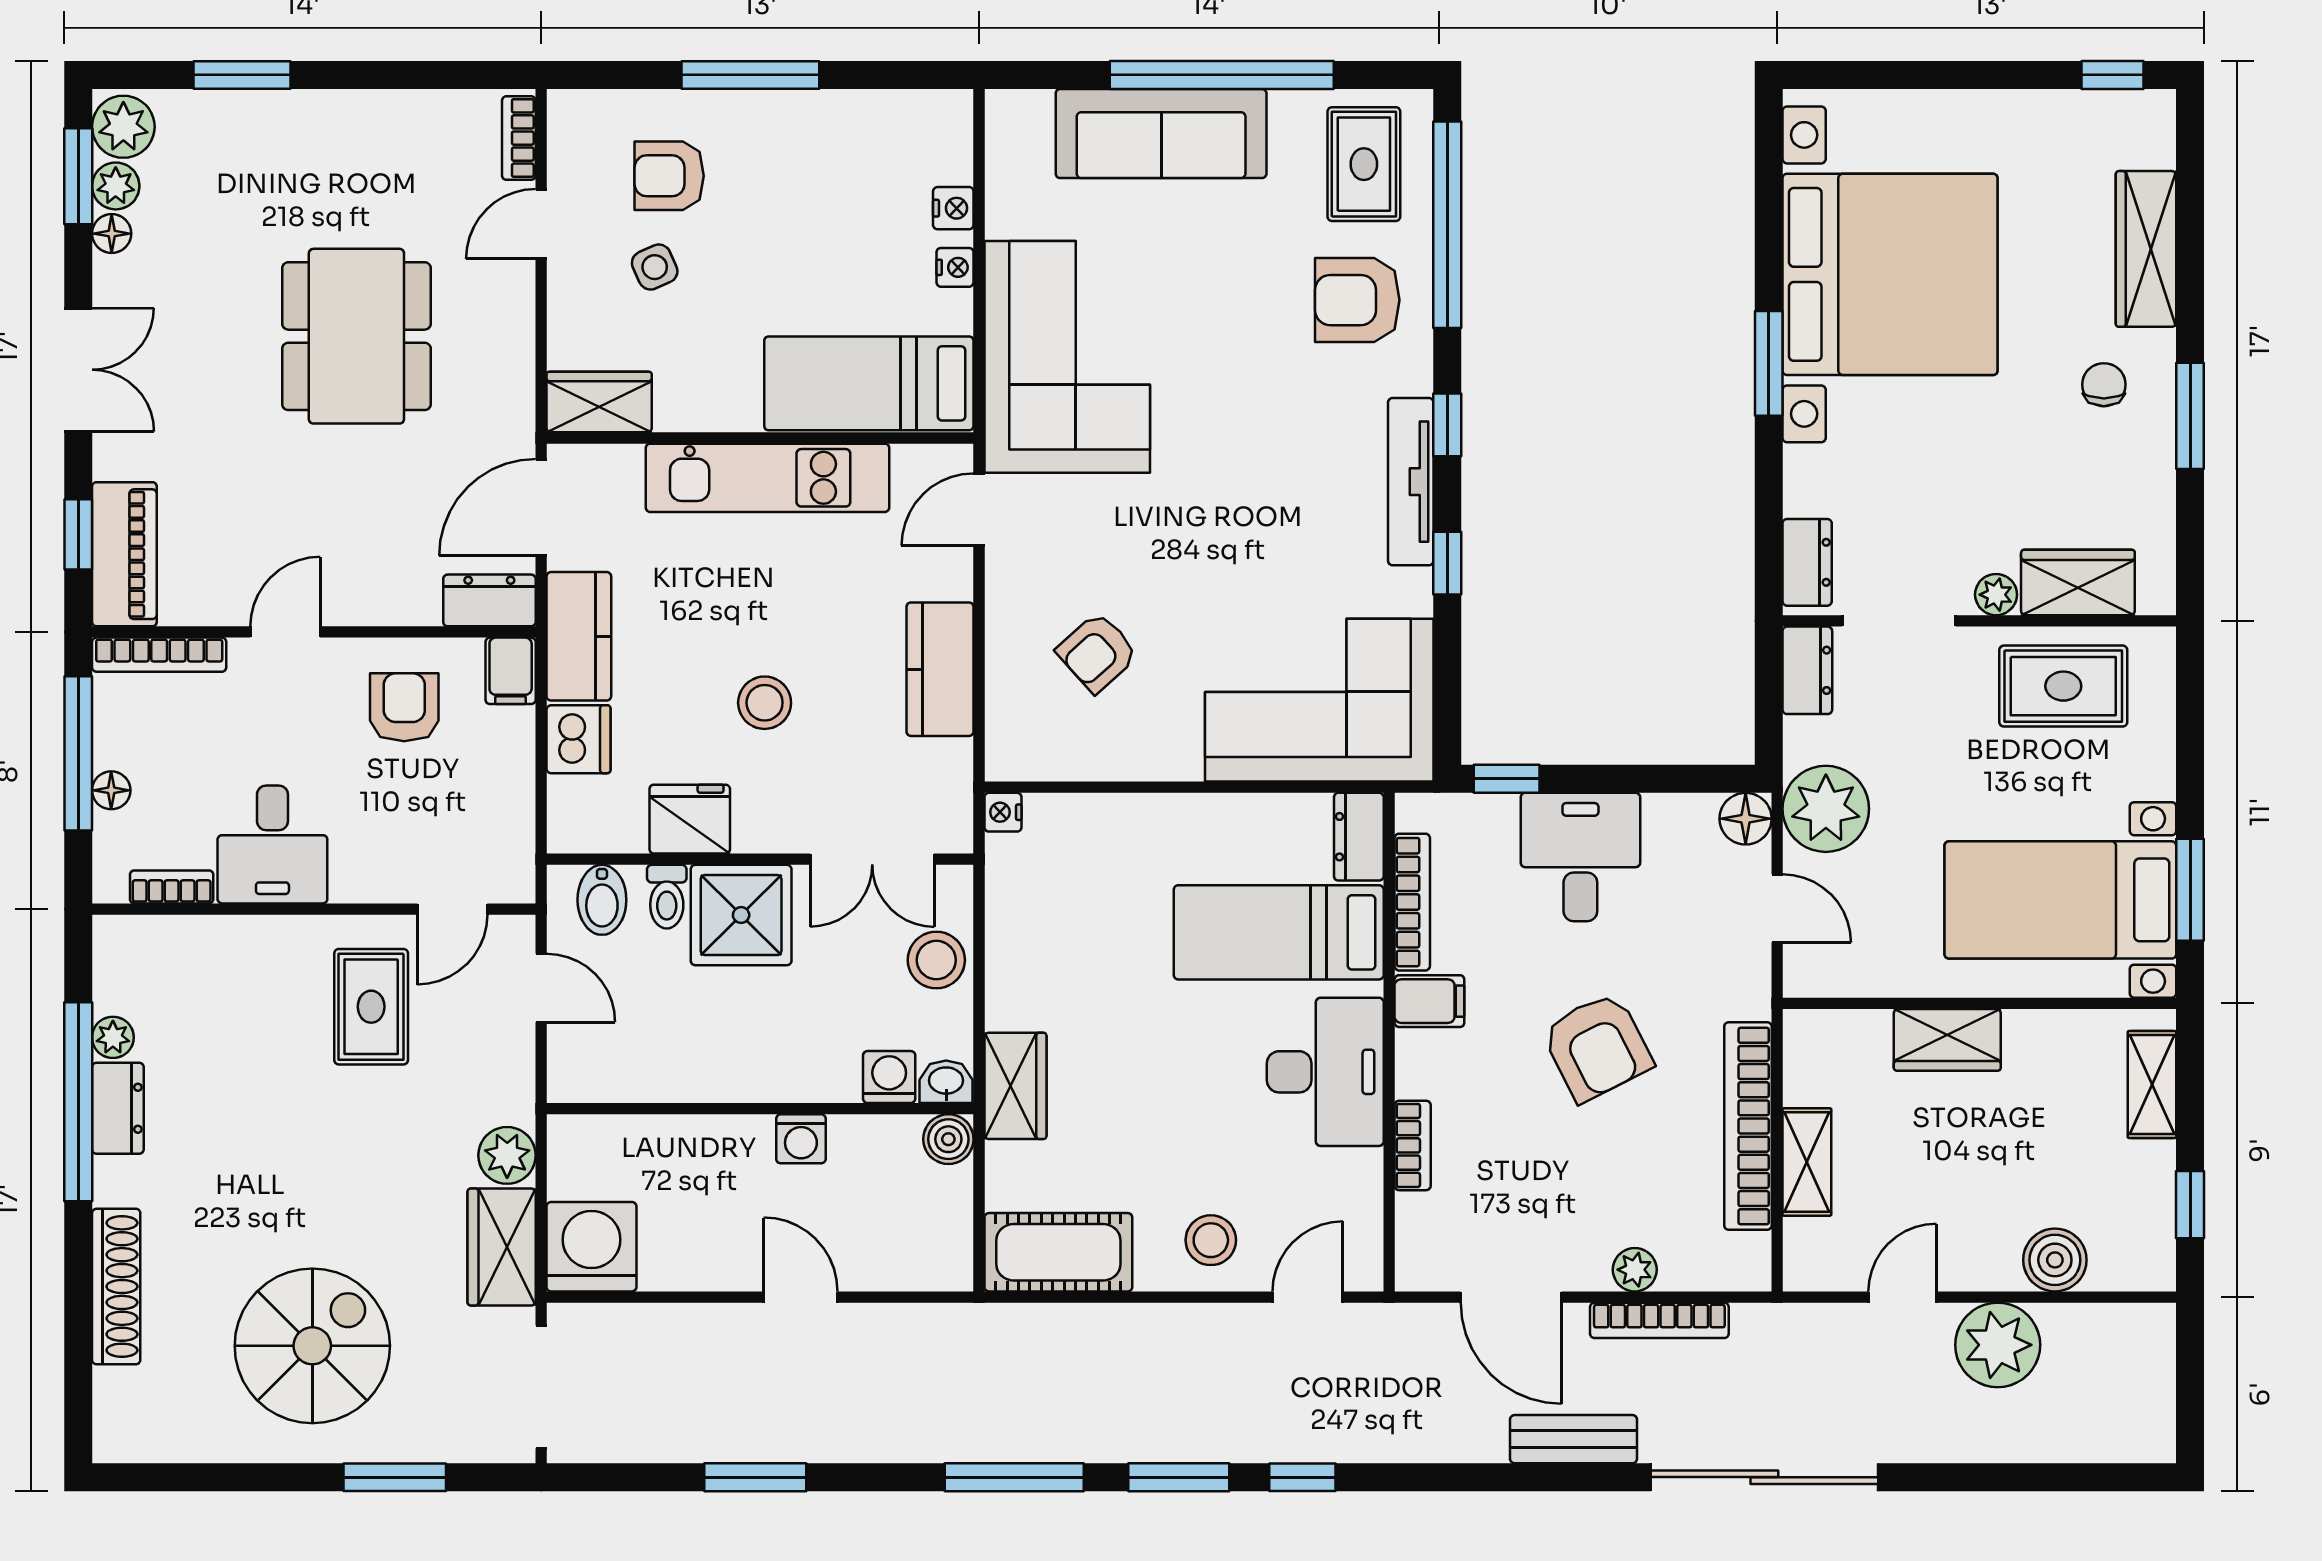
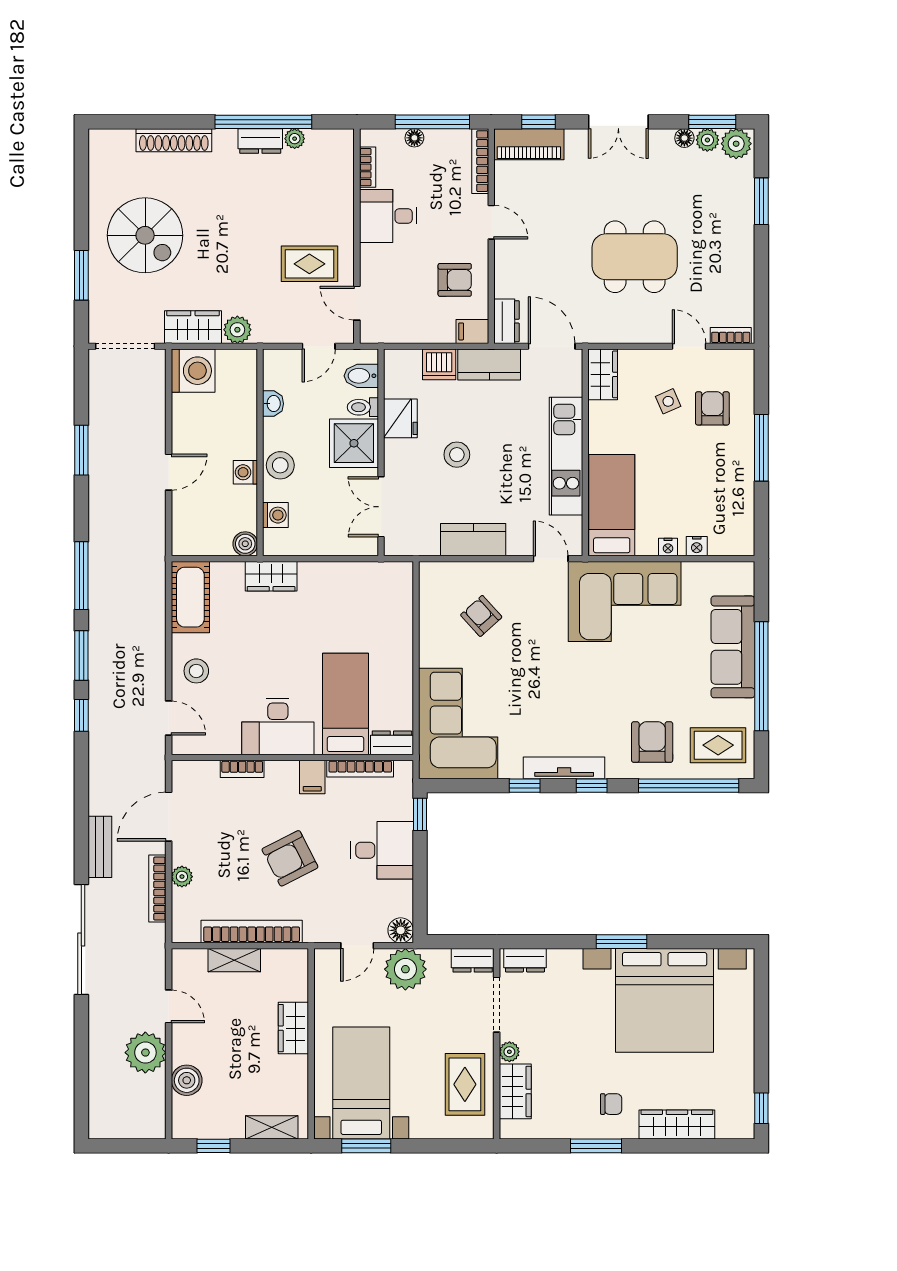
nightstand: (1003, 812) -> (404, 570), removed
stool: (936, 960) -> (280, 465), moved
washbasin: (946, 1082) -> (273, 404), moved

